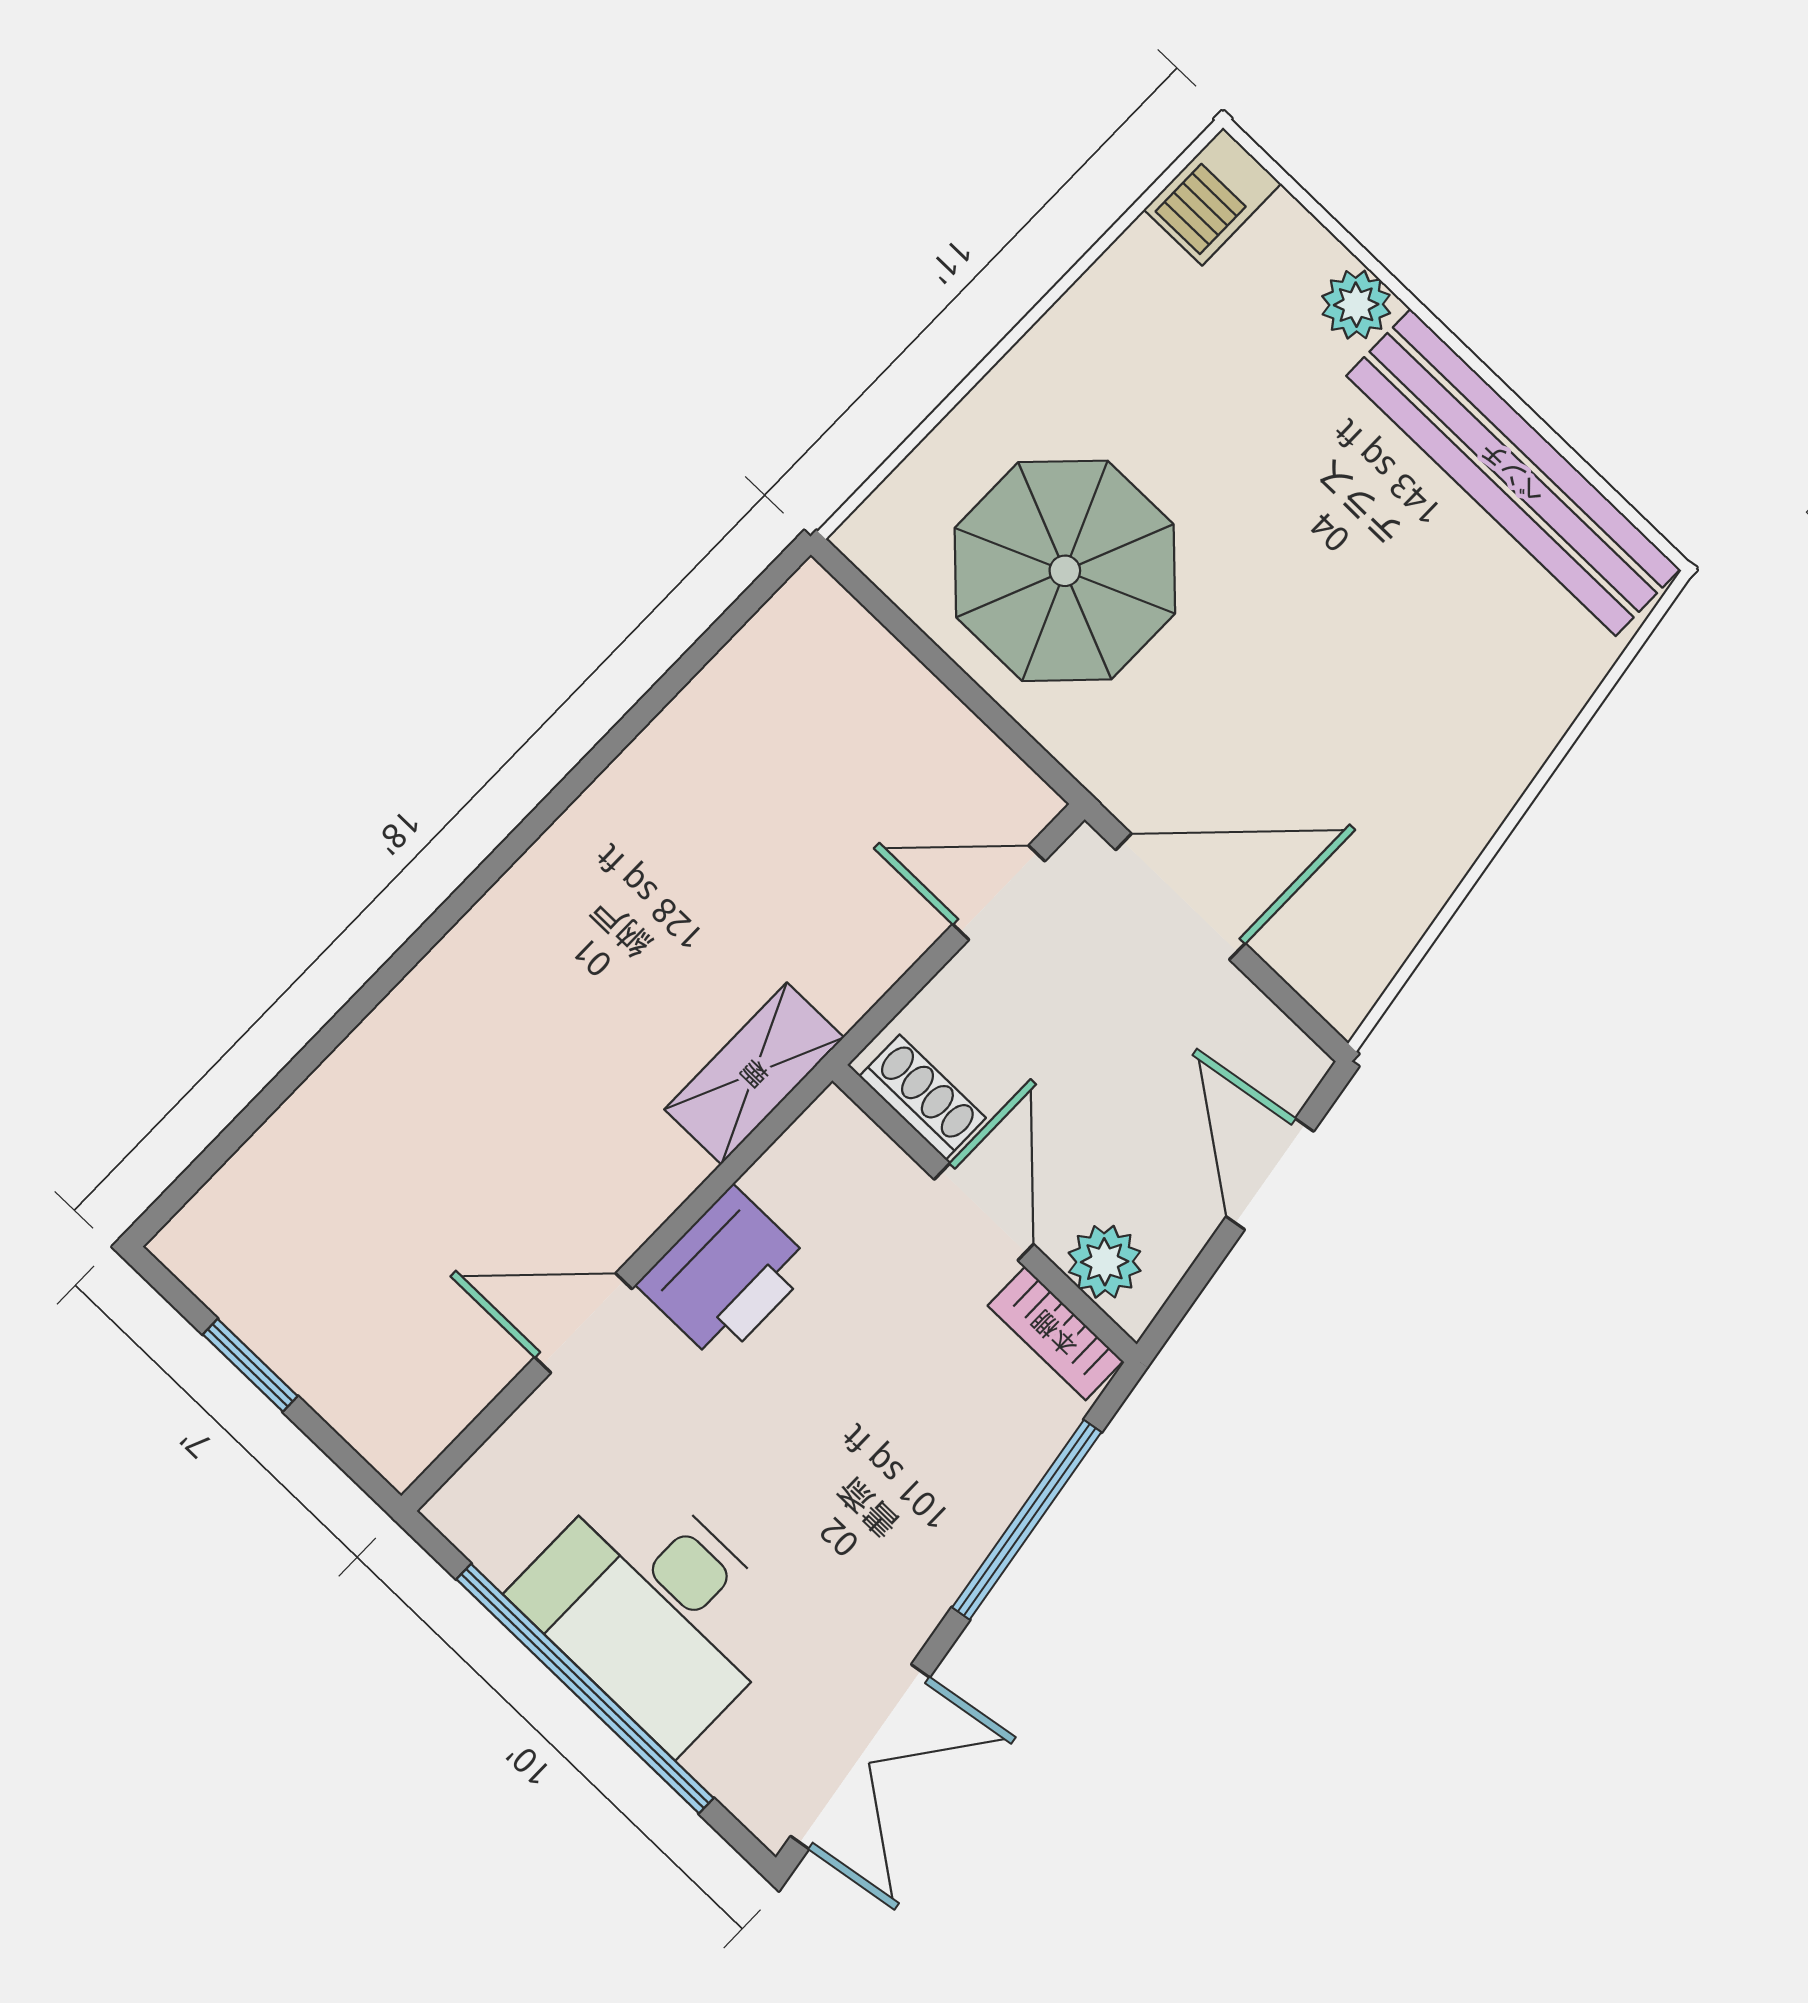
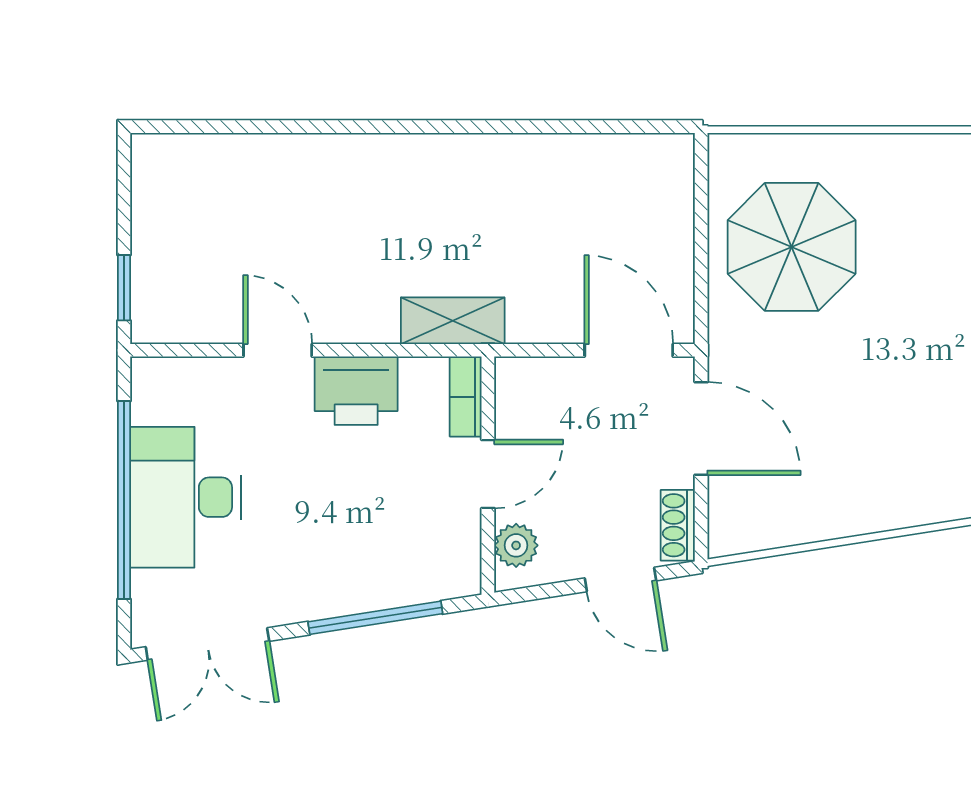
door: (999, 893) -> (629, 350), width x1.38
shoe rack: (923, 1097) -> (678, 525), moved, turned 180
door: (1270, 1174) -> (621, 579), swing flipped
bookcase: (1055, 1333) -> (466, 397), moved
window: (250, 1365) -> (124, 288), moved

